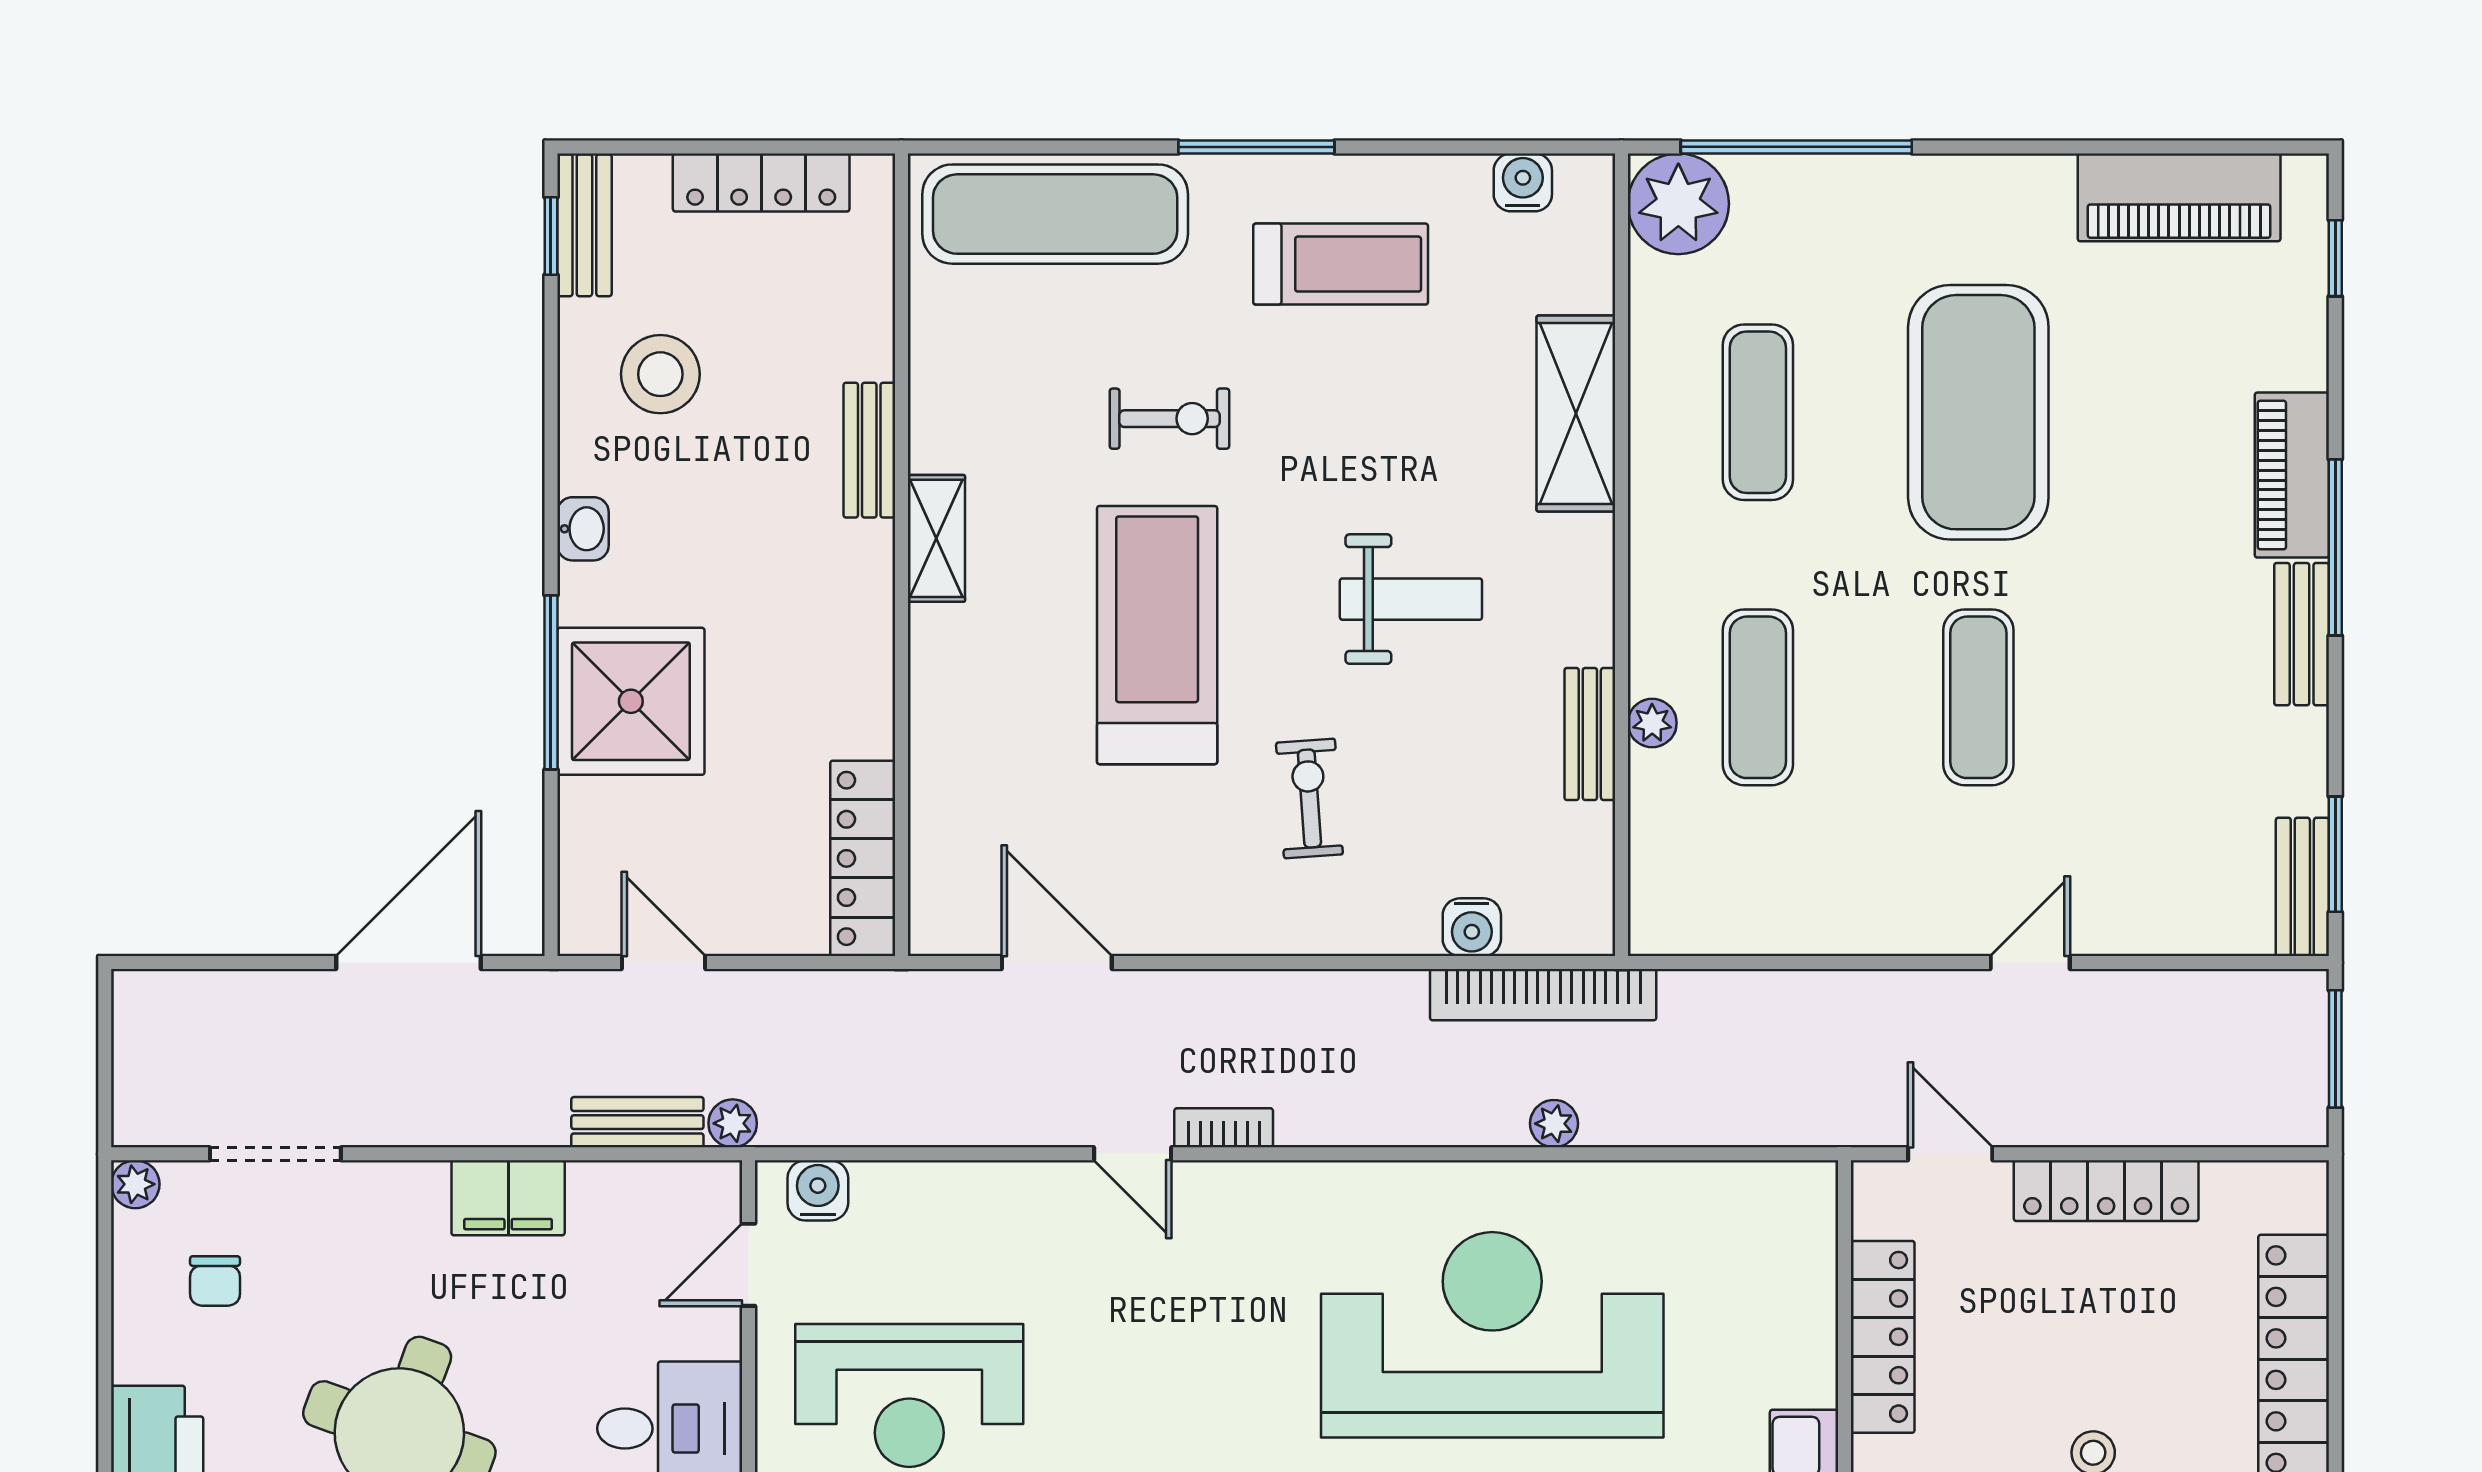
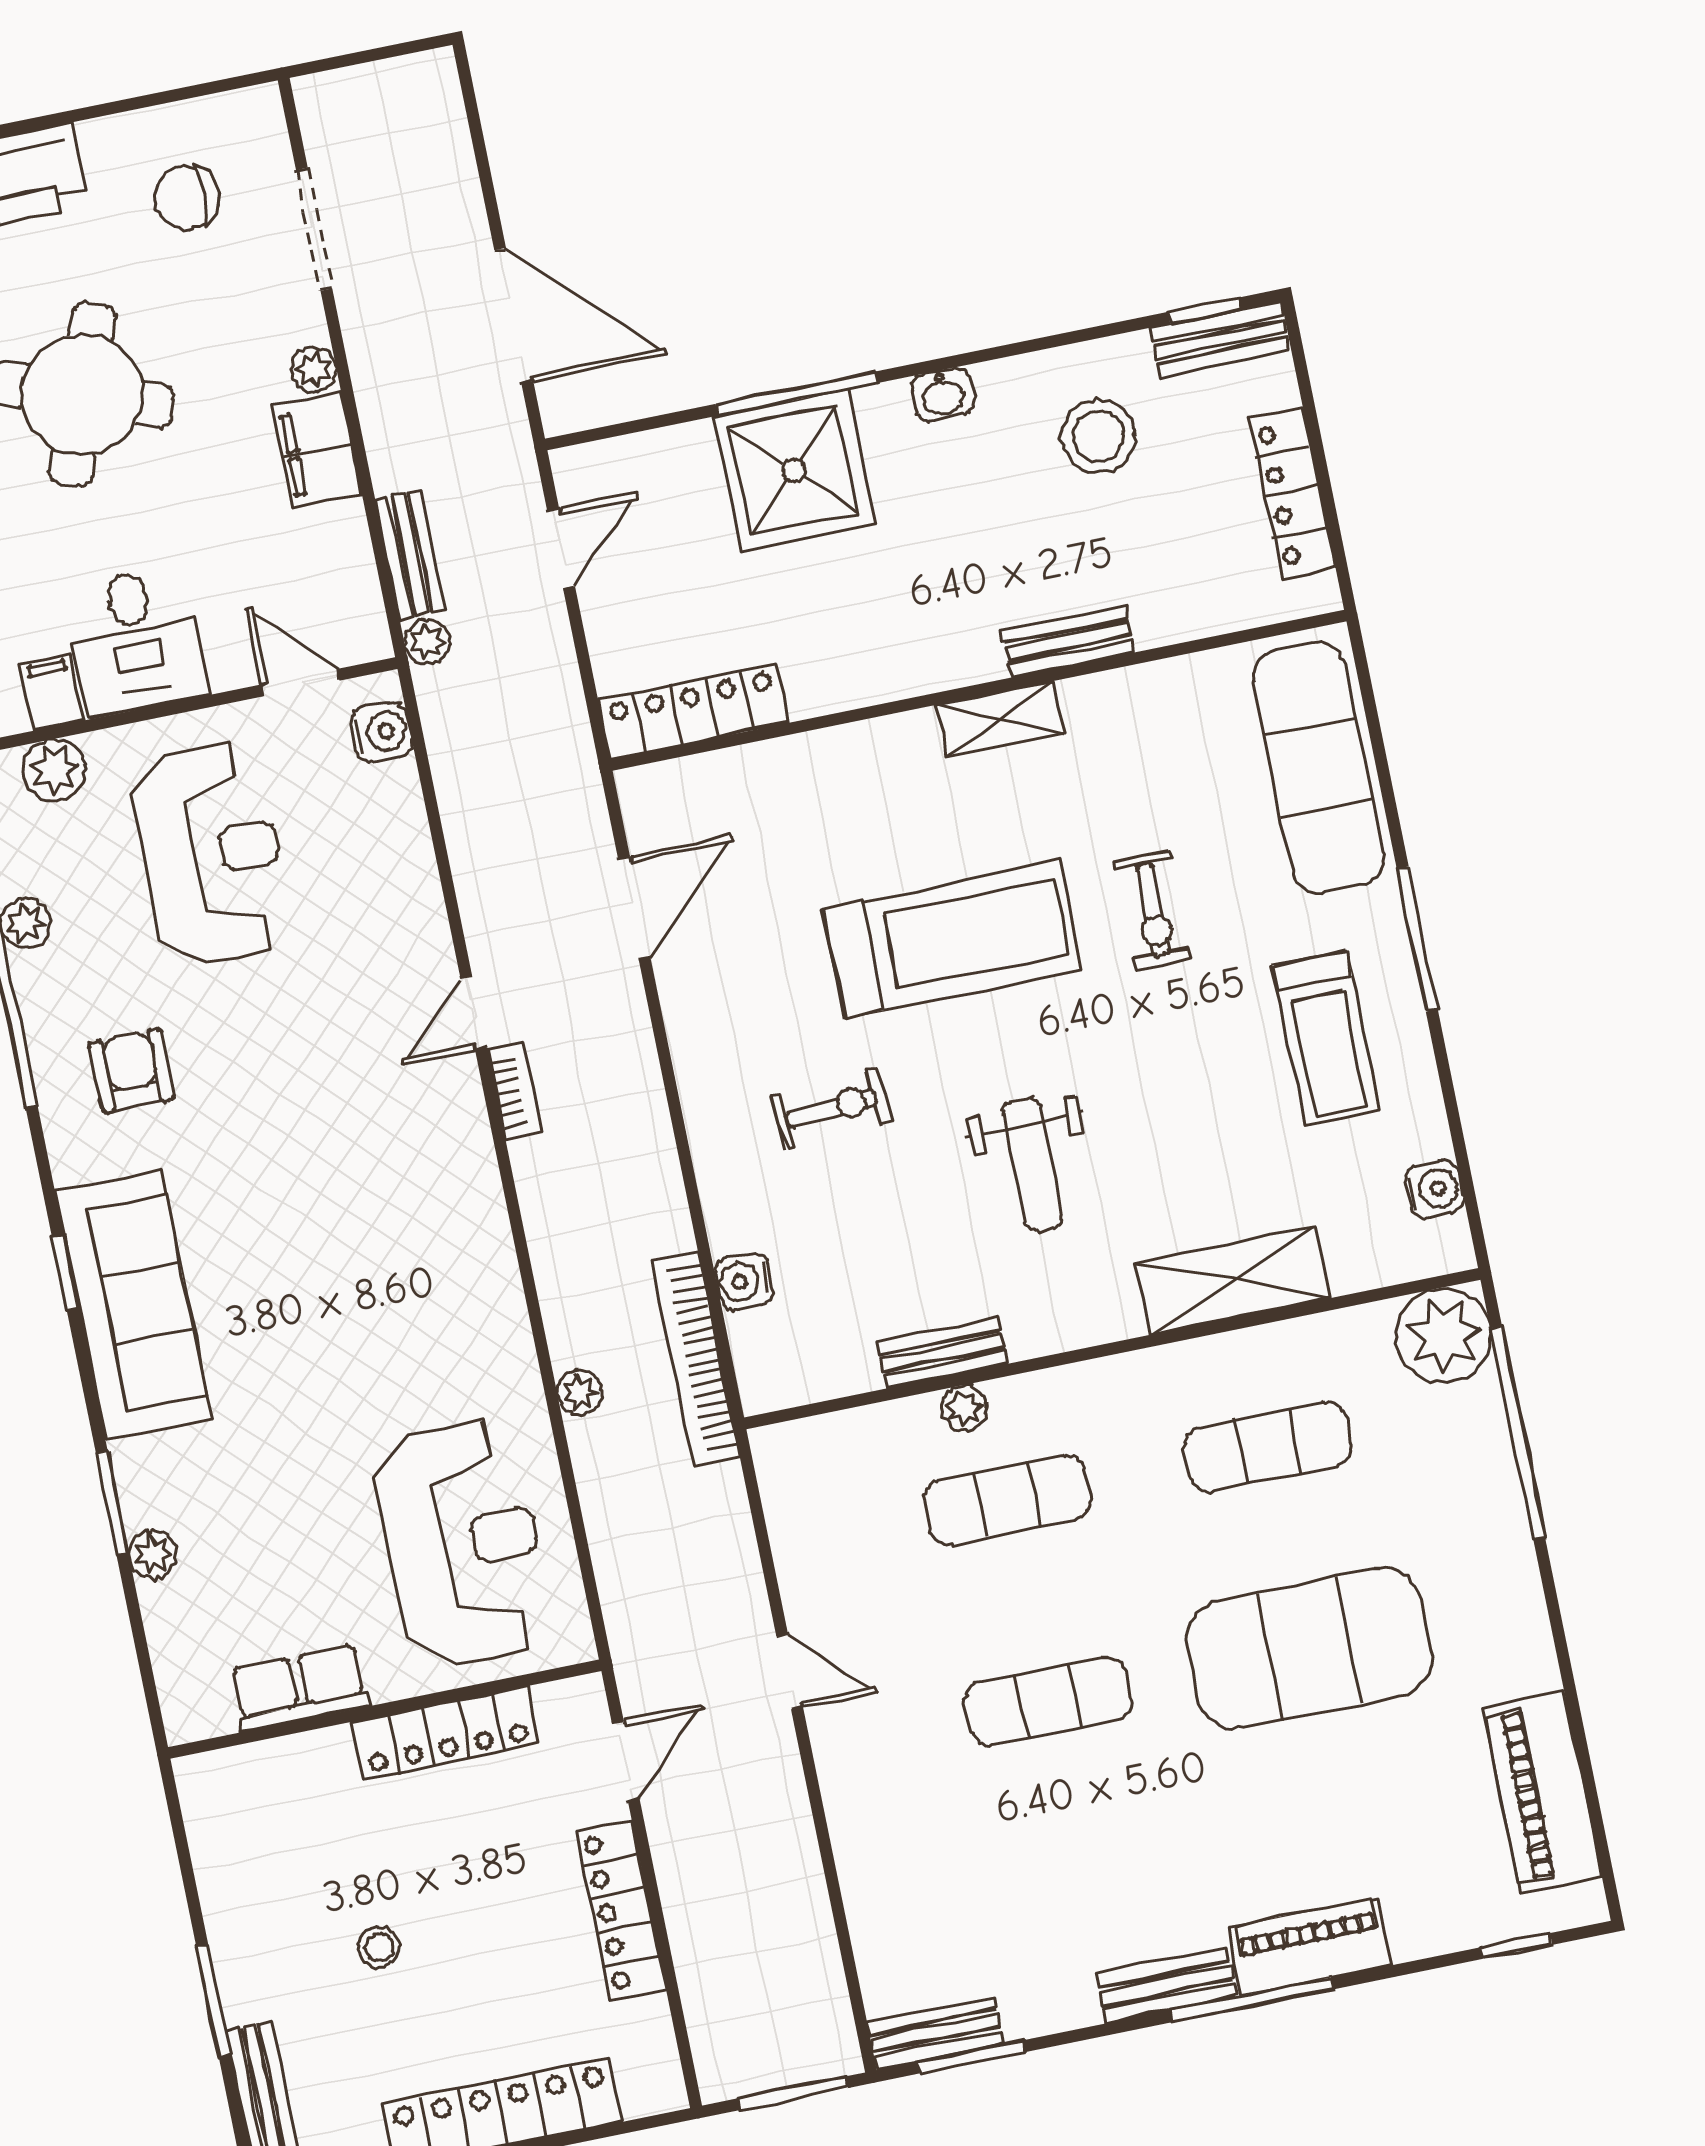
door: (2030, 963) -> (790, 1672), moved
plant: (135, 1184) -> (314, 369), moved
chair: (215, 1281) -> (187, 198), width x1.37, depth x1.37
reception desk: (1492, 1335) -> (462, 1543), moved, width x0.74, depth x0.77
reception desk: (909, 1396) -> (211, 854), turned 180

